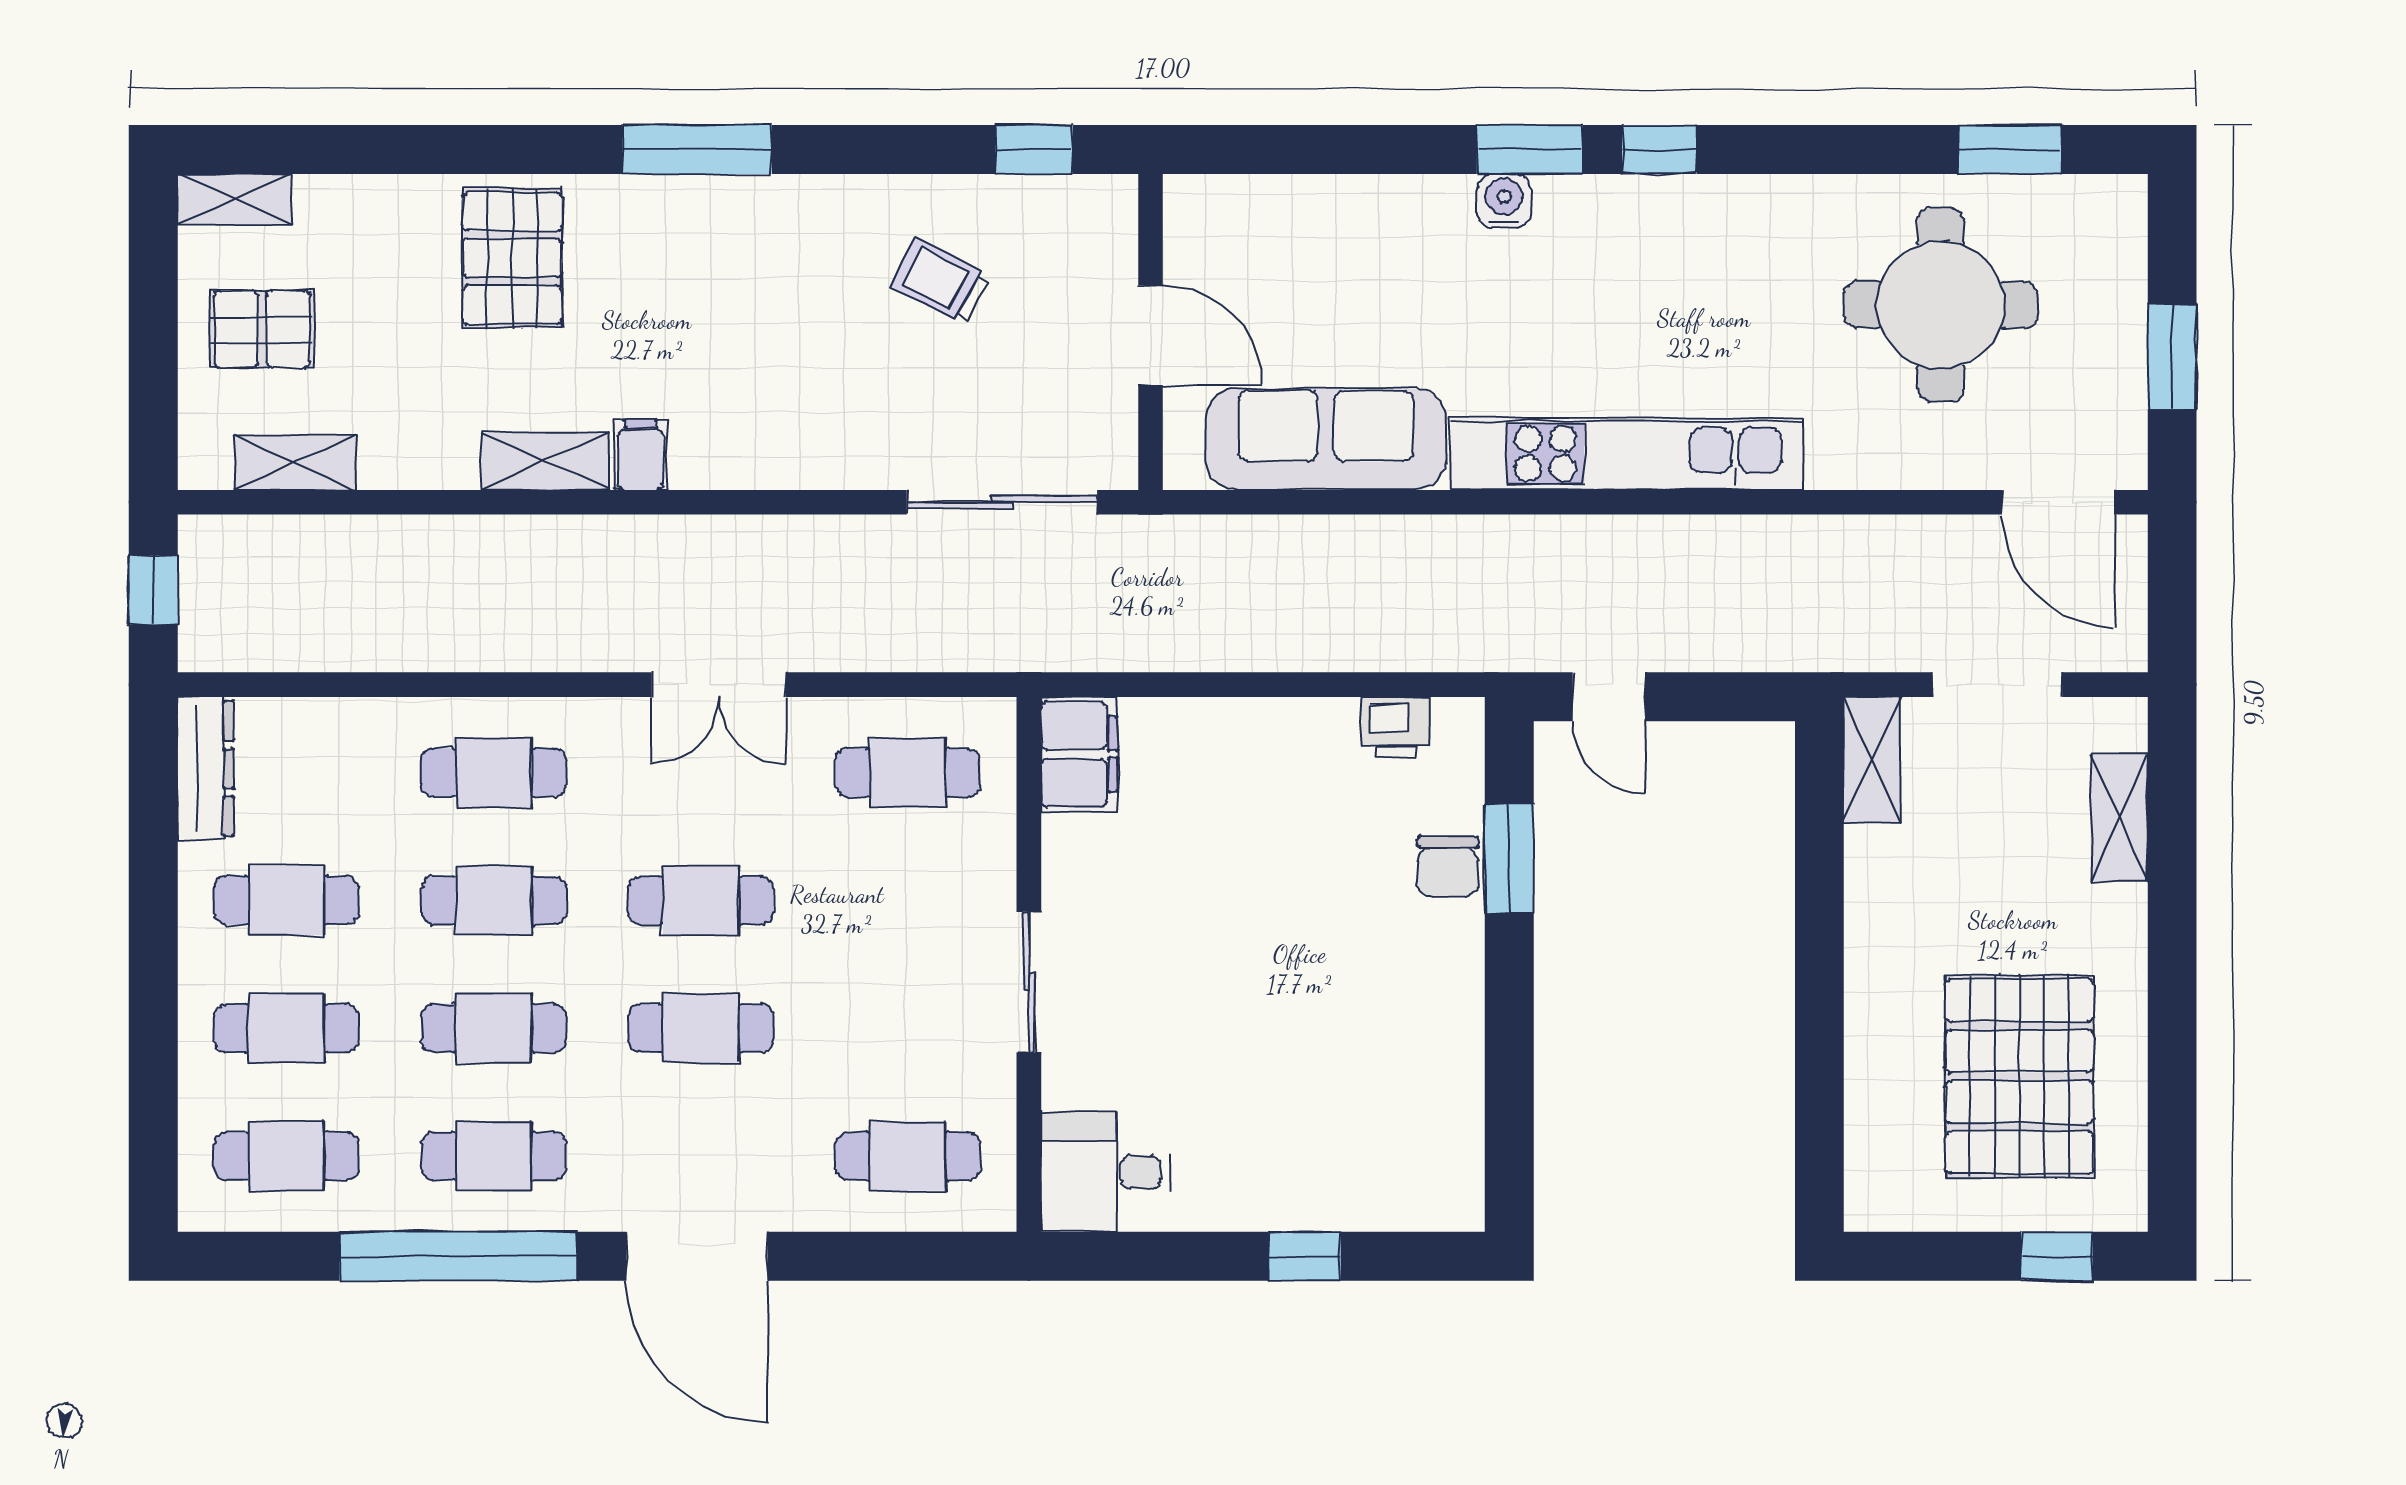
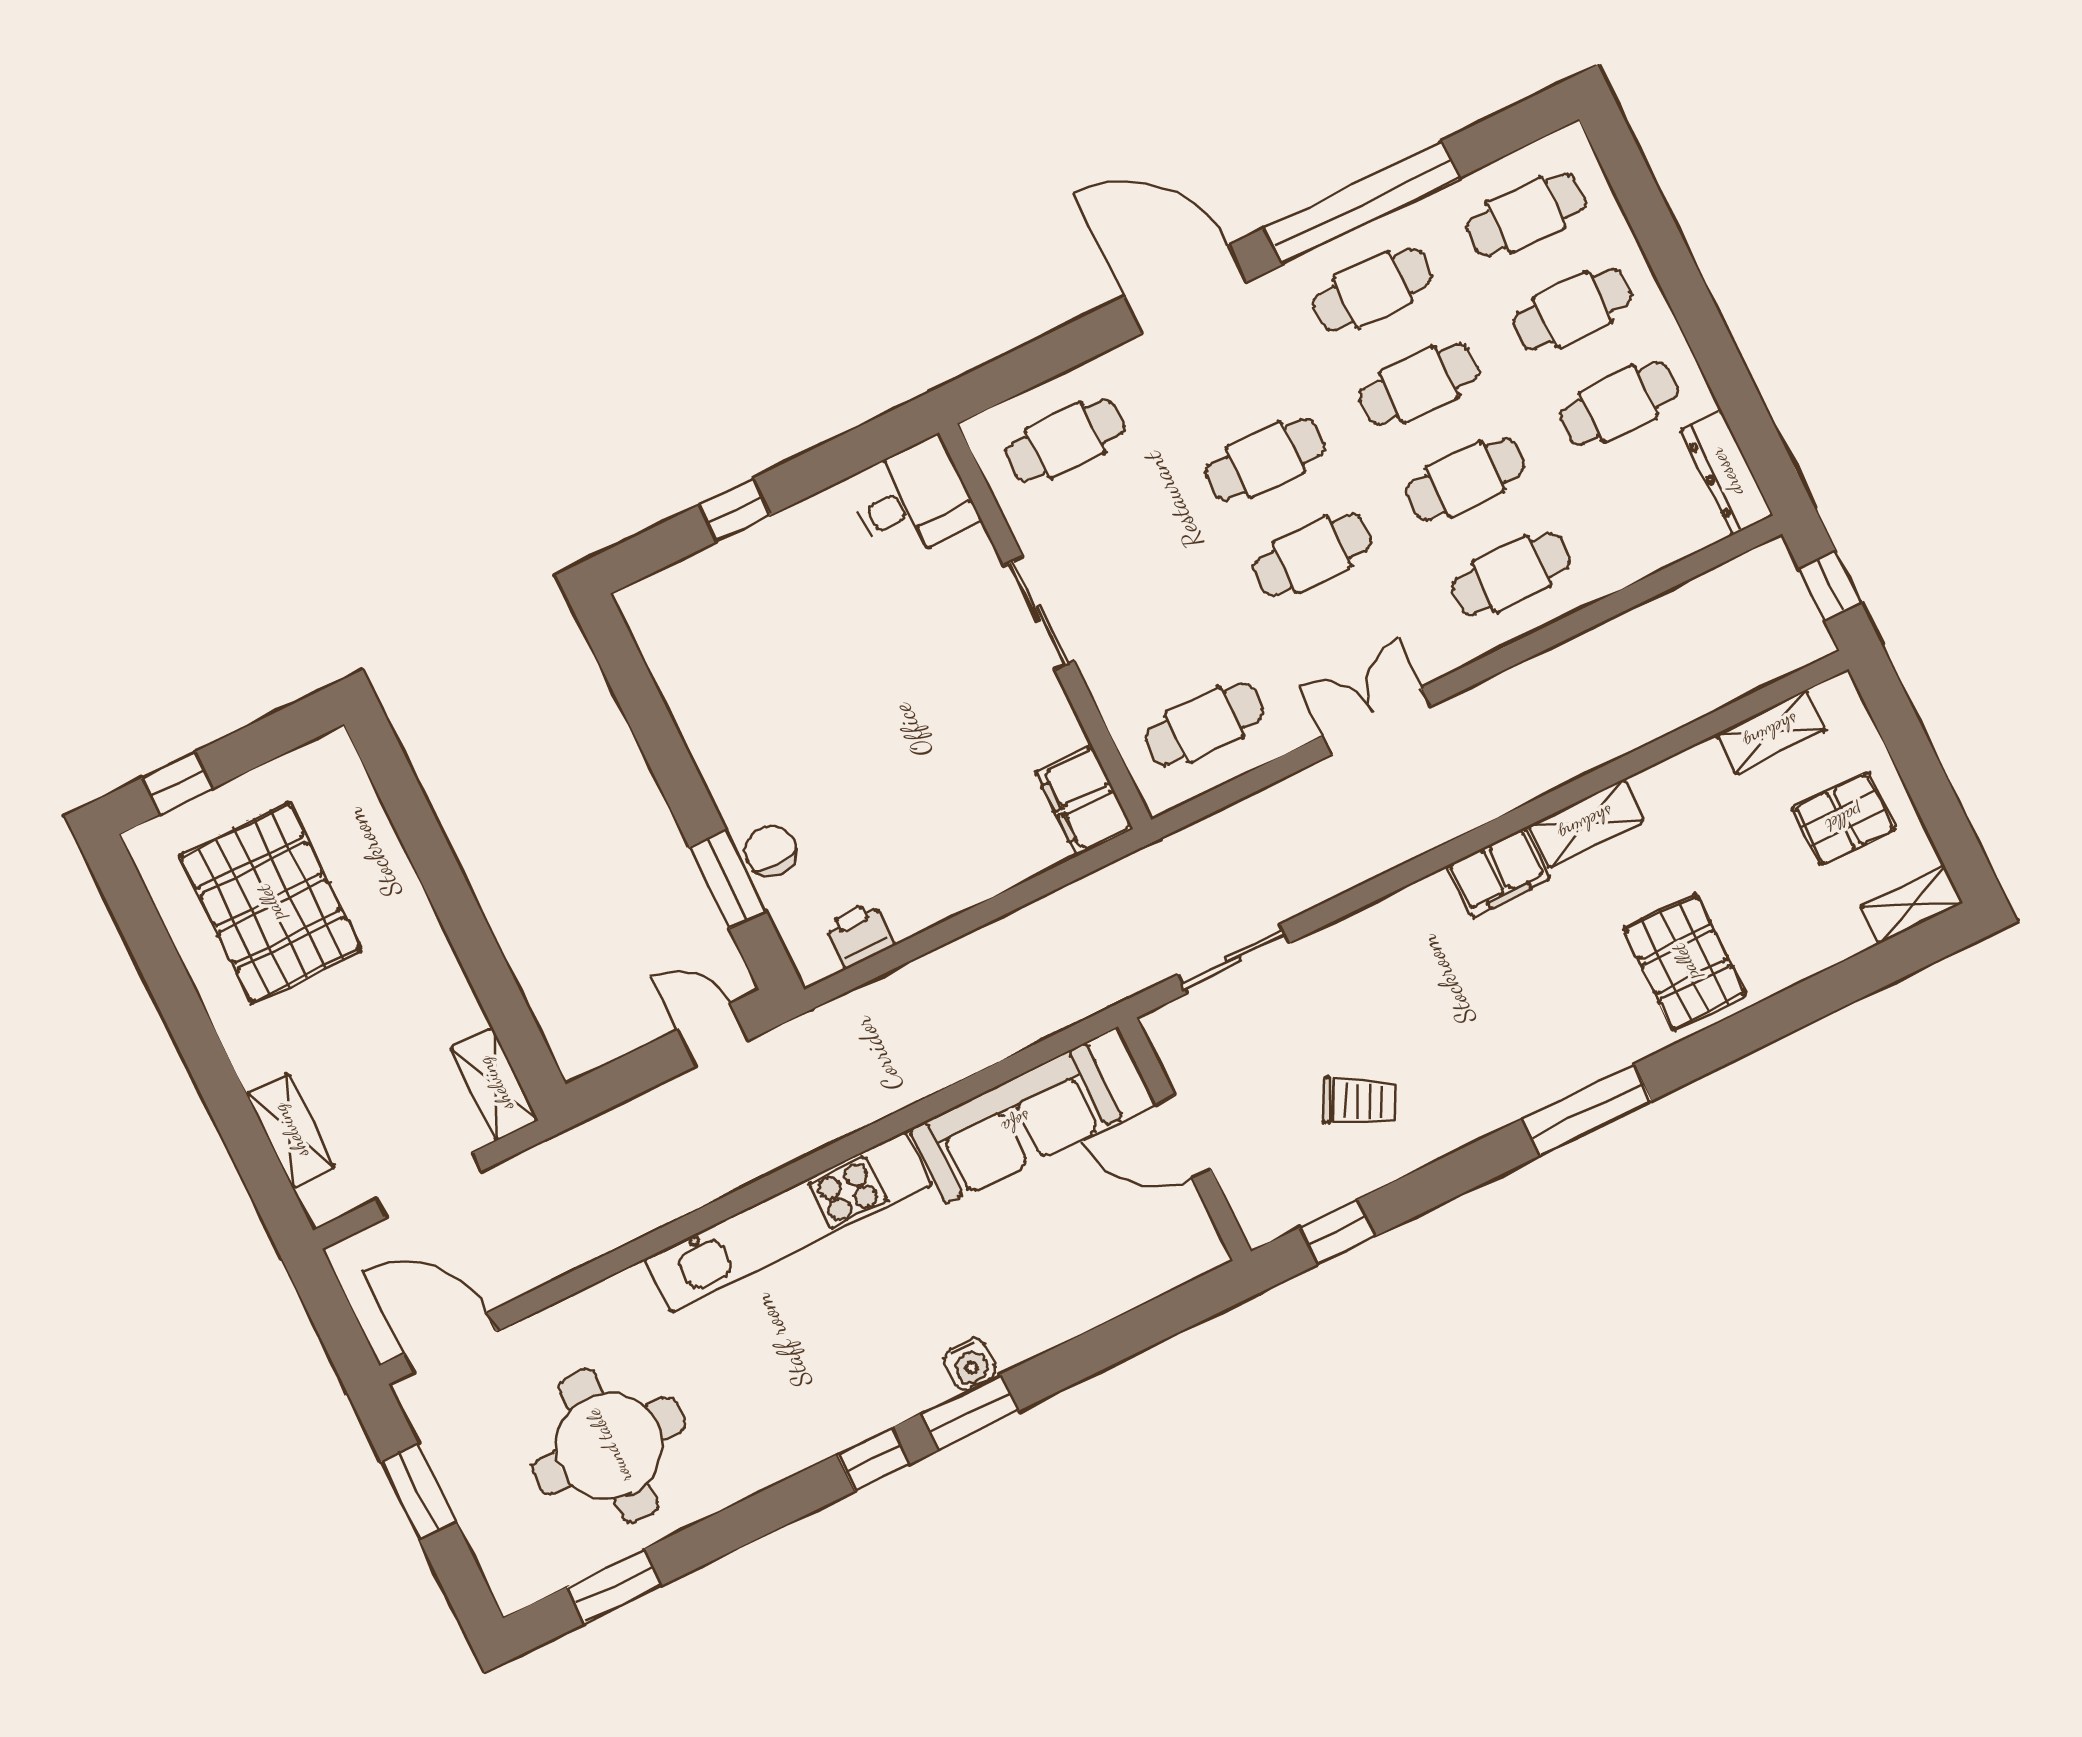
filing cabinet: (641, 455) -> (1498, 873), width x2.00
sliding door: (1002, 502) -> (1233, 959), width x0.73

